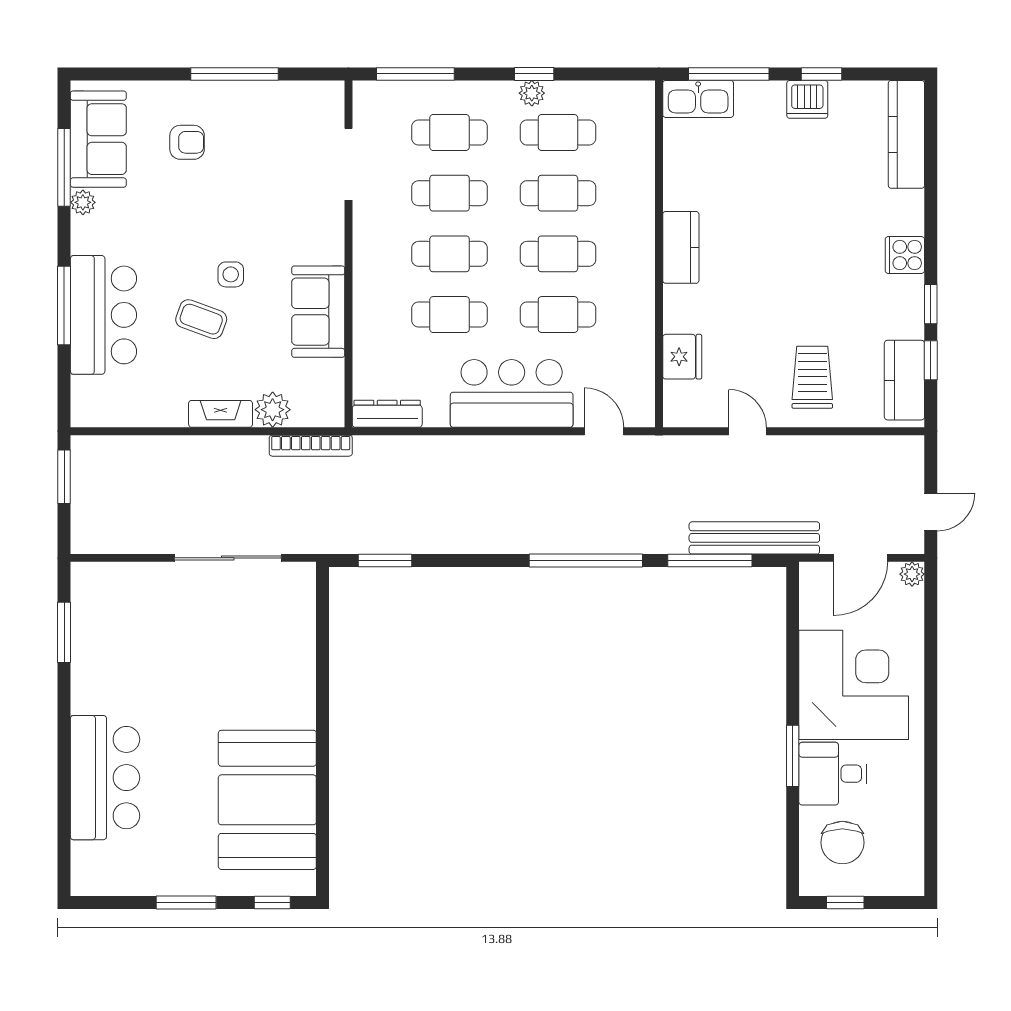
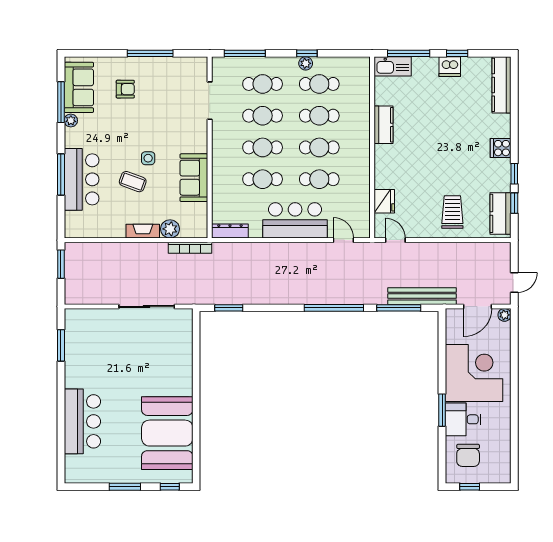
kitchen counter: (681, 247) -> (384, 125), moved
door: (748, 431) -> (395, 240), moved

